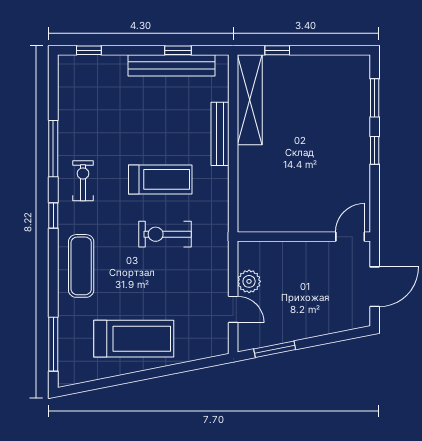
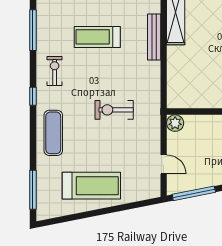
window: (53, 149) -> (33, 30), moved
treadmill: (160, 179) -> (97, 37), moved, turned 180
plant: (249, 281) -> (175, 123), moved
window: (275, 349) -> (194, 193), width x1.44

